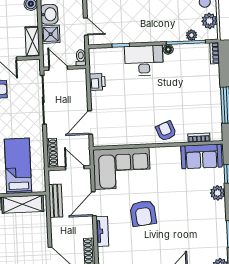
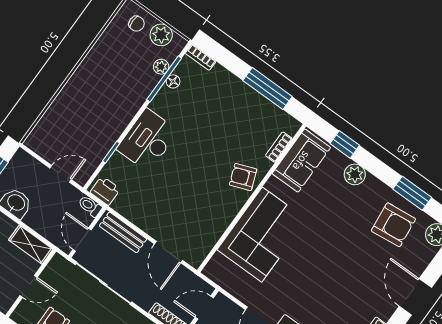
shower: (51, 34) -> (39, 219), removed
floor lamp: (168, 49) -> (173, 81), moved
door: (58, 68) -> (82, 240), hinge flipped
printer: (97, 82) -> (105, 191), moved
bench: (81, 88) -> (123, 232), added
corner sofa: (122, 168) -> (262, 235), moved
armchair: (143, 213) -> (393, 225), moved

